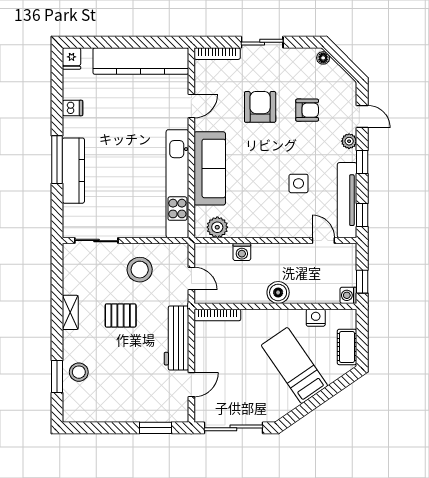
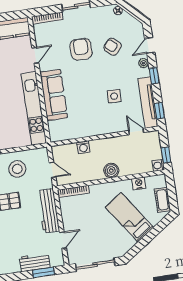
armchair: (307, 110) -> (113, 47), turned -140
door: (362, 116) -> (150, 45), swing flipped
plant: (217, 227) -> (65, 133), removed
workbench: (145, 411) -> (35, 262), added

